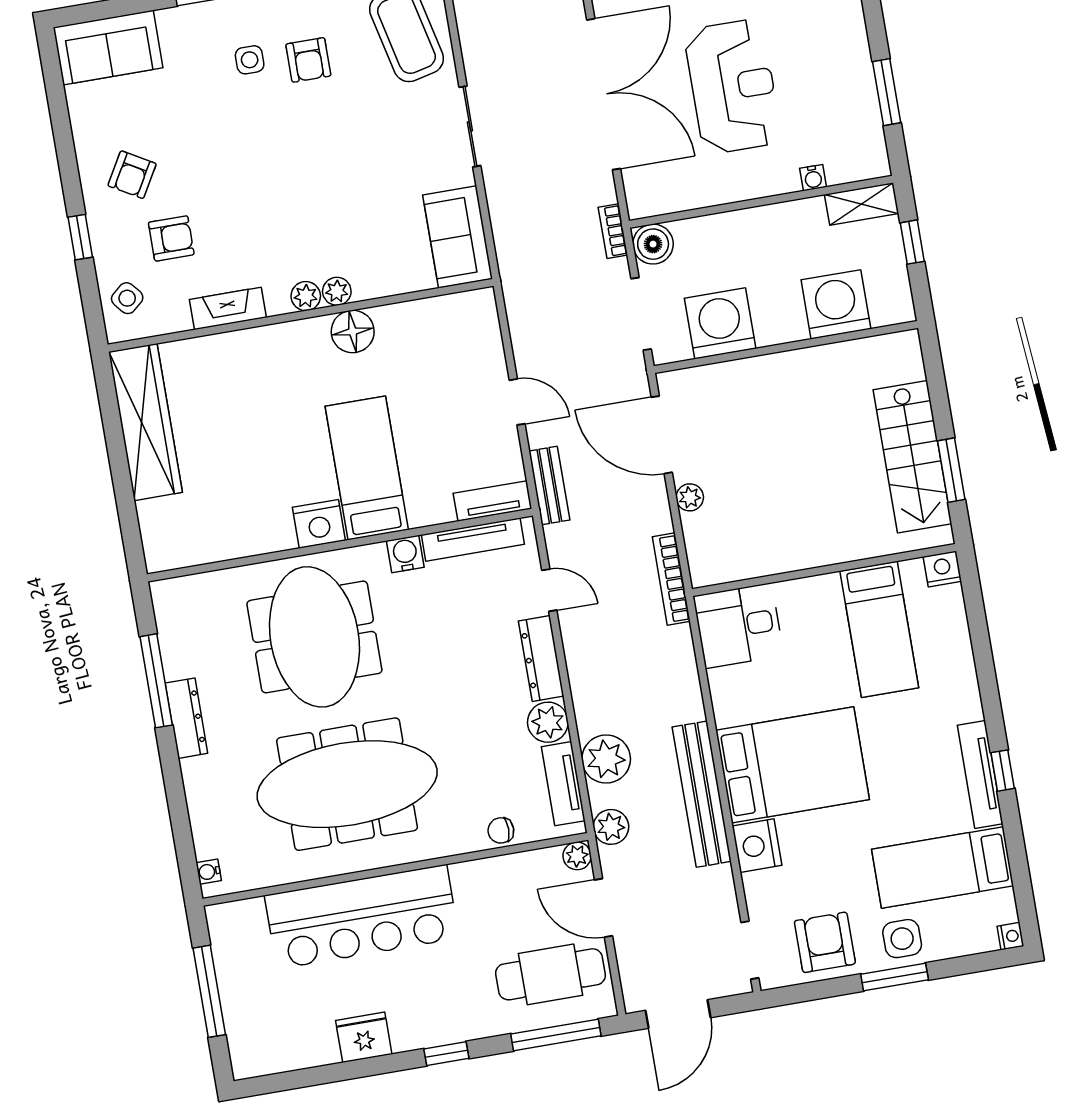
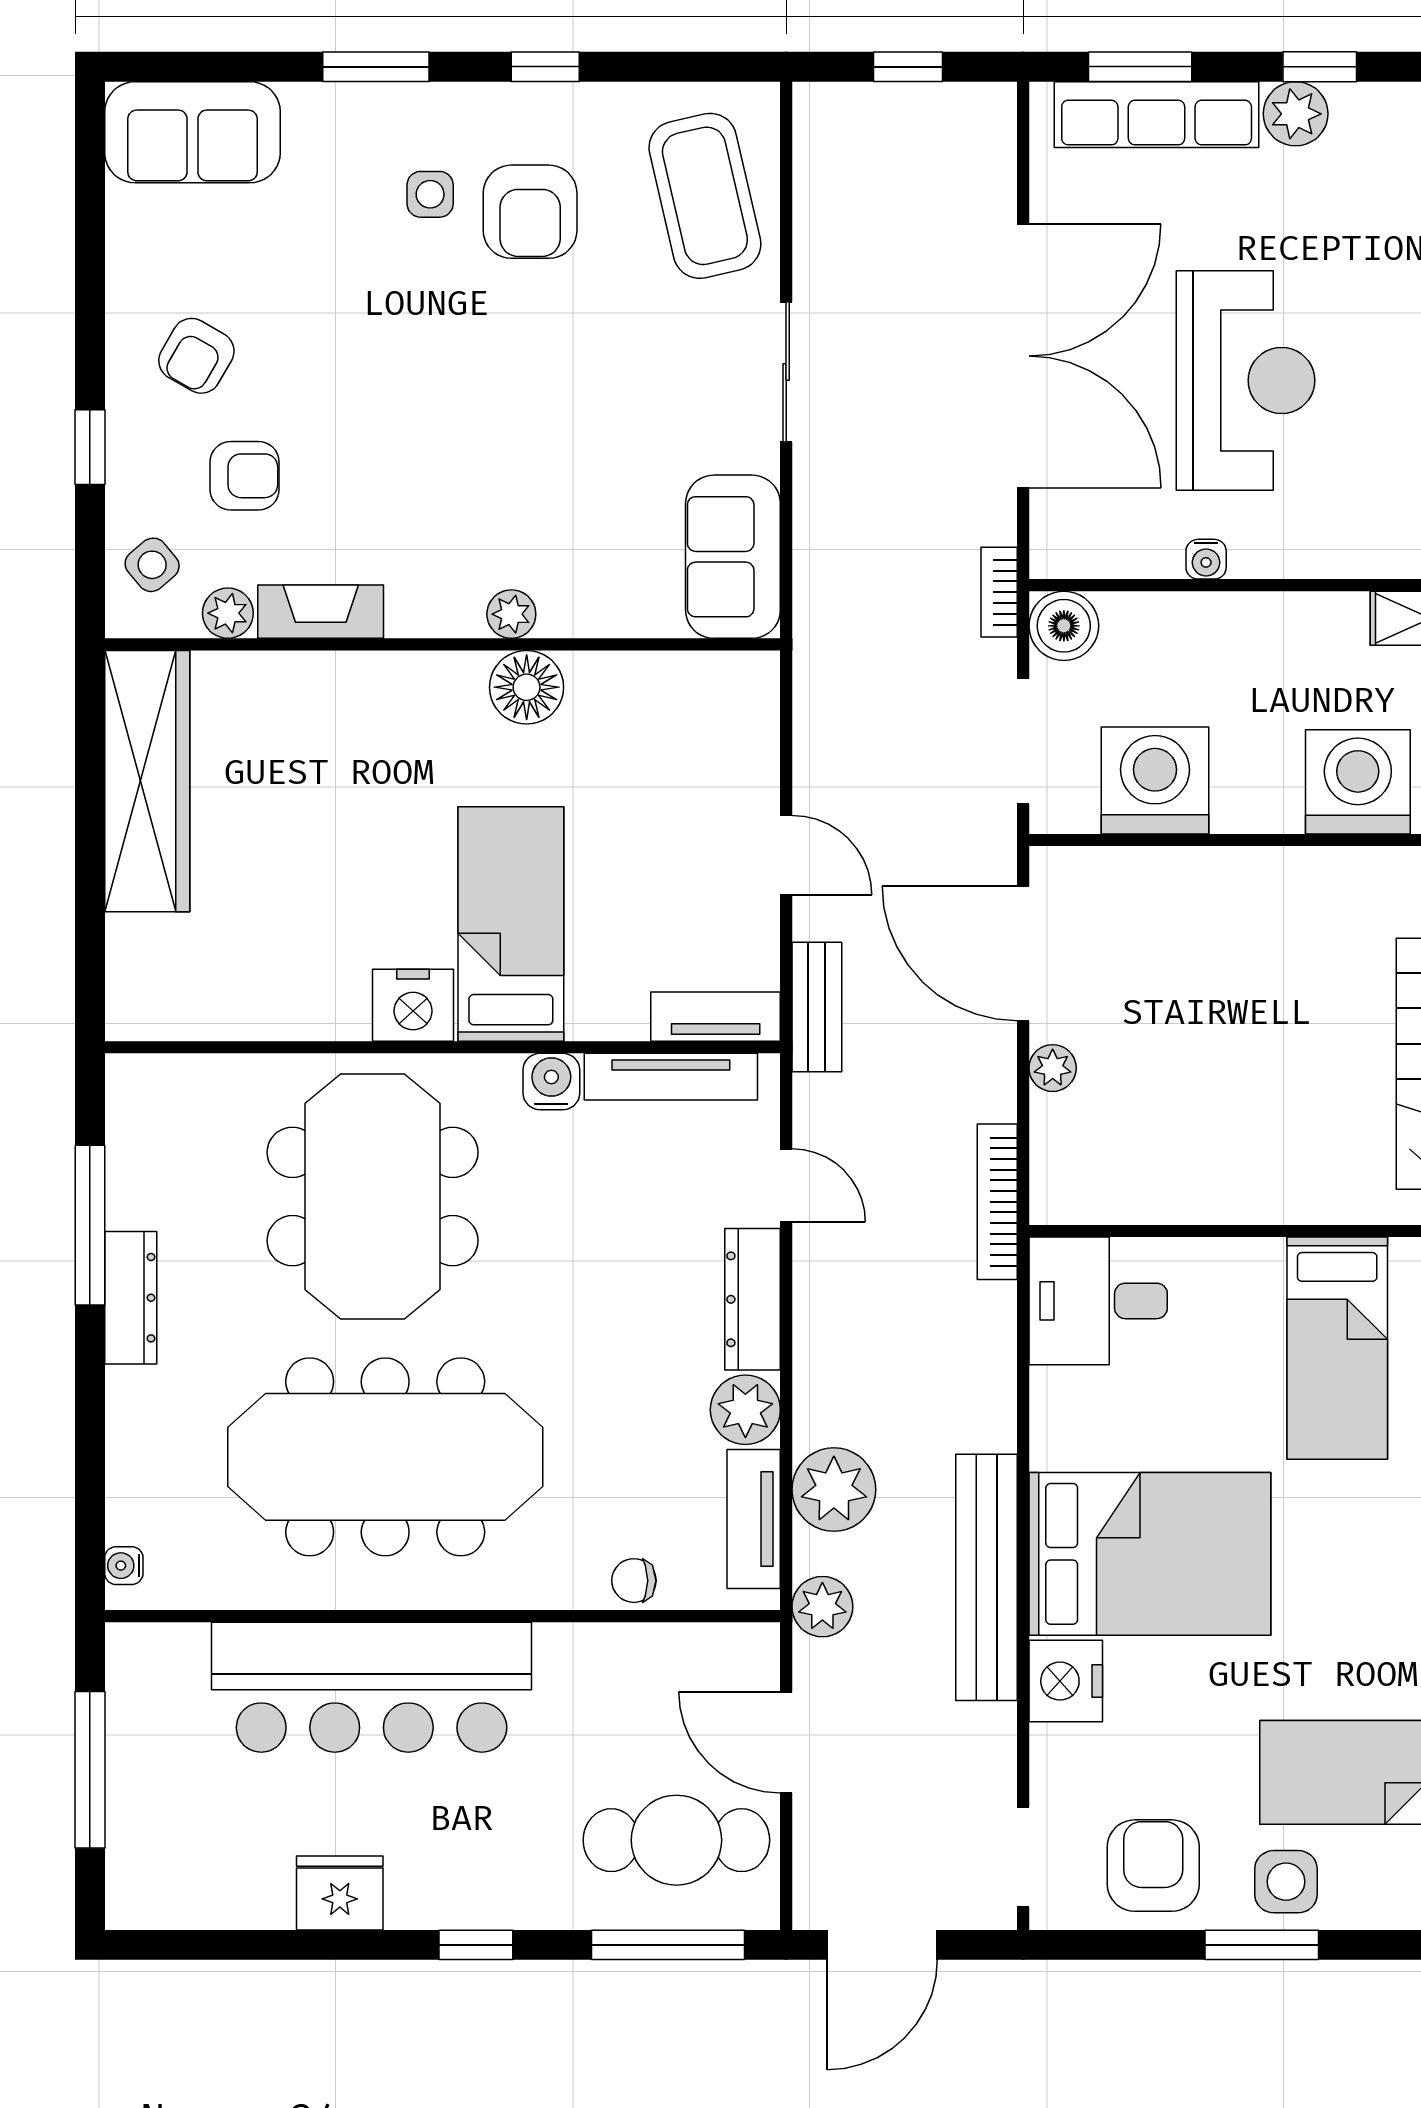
armchair: (308, 60) -> (530, 212), width x1.38, depth x1.38
water cooler: (813, 178) -> (1206, 559), moved
plant: (306, 296) -> (228, 613), moved
plant: (577, 856) -> (756, 1646), removed

